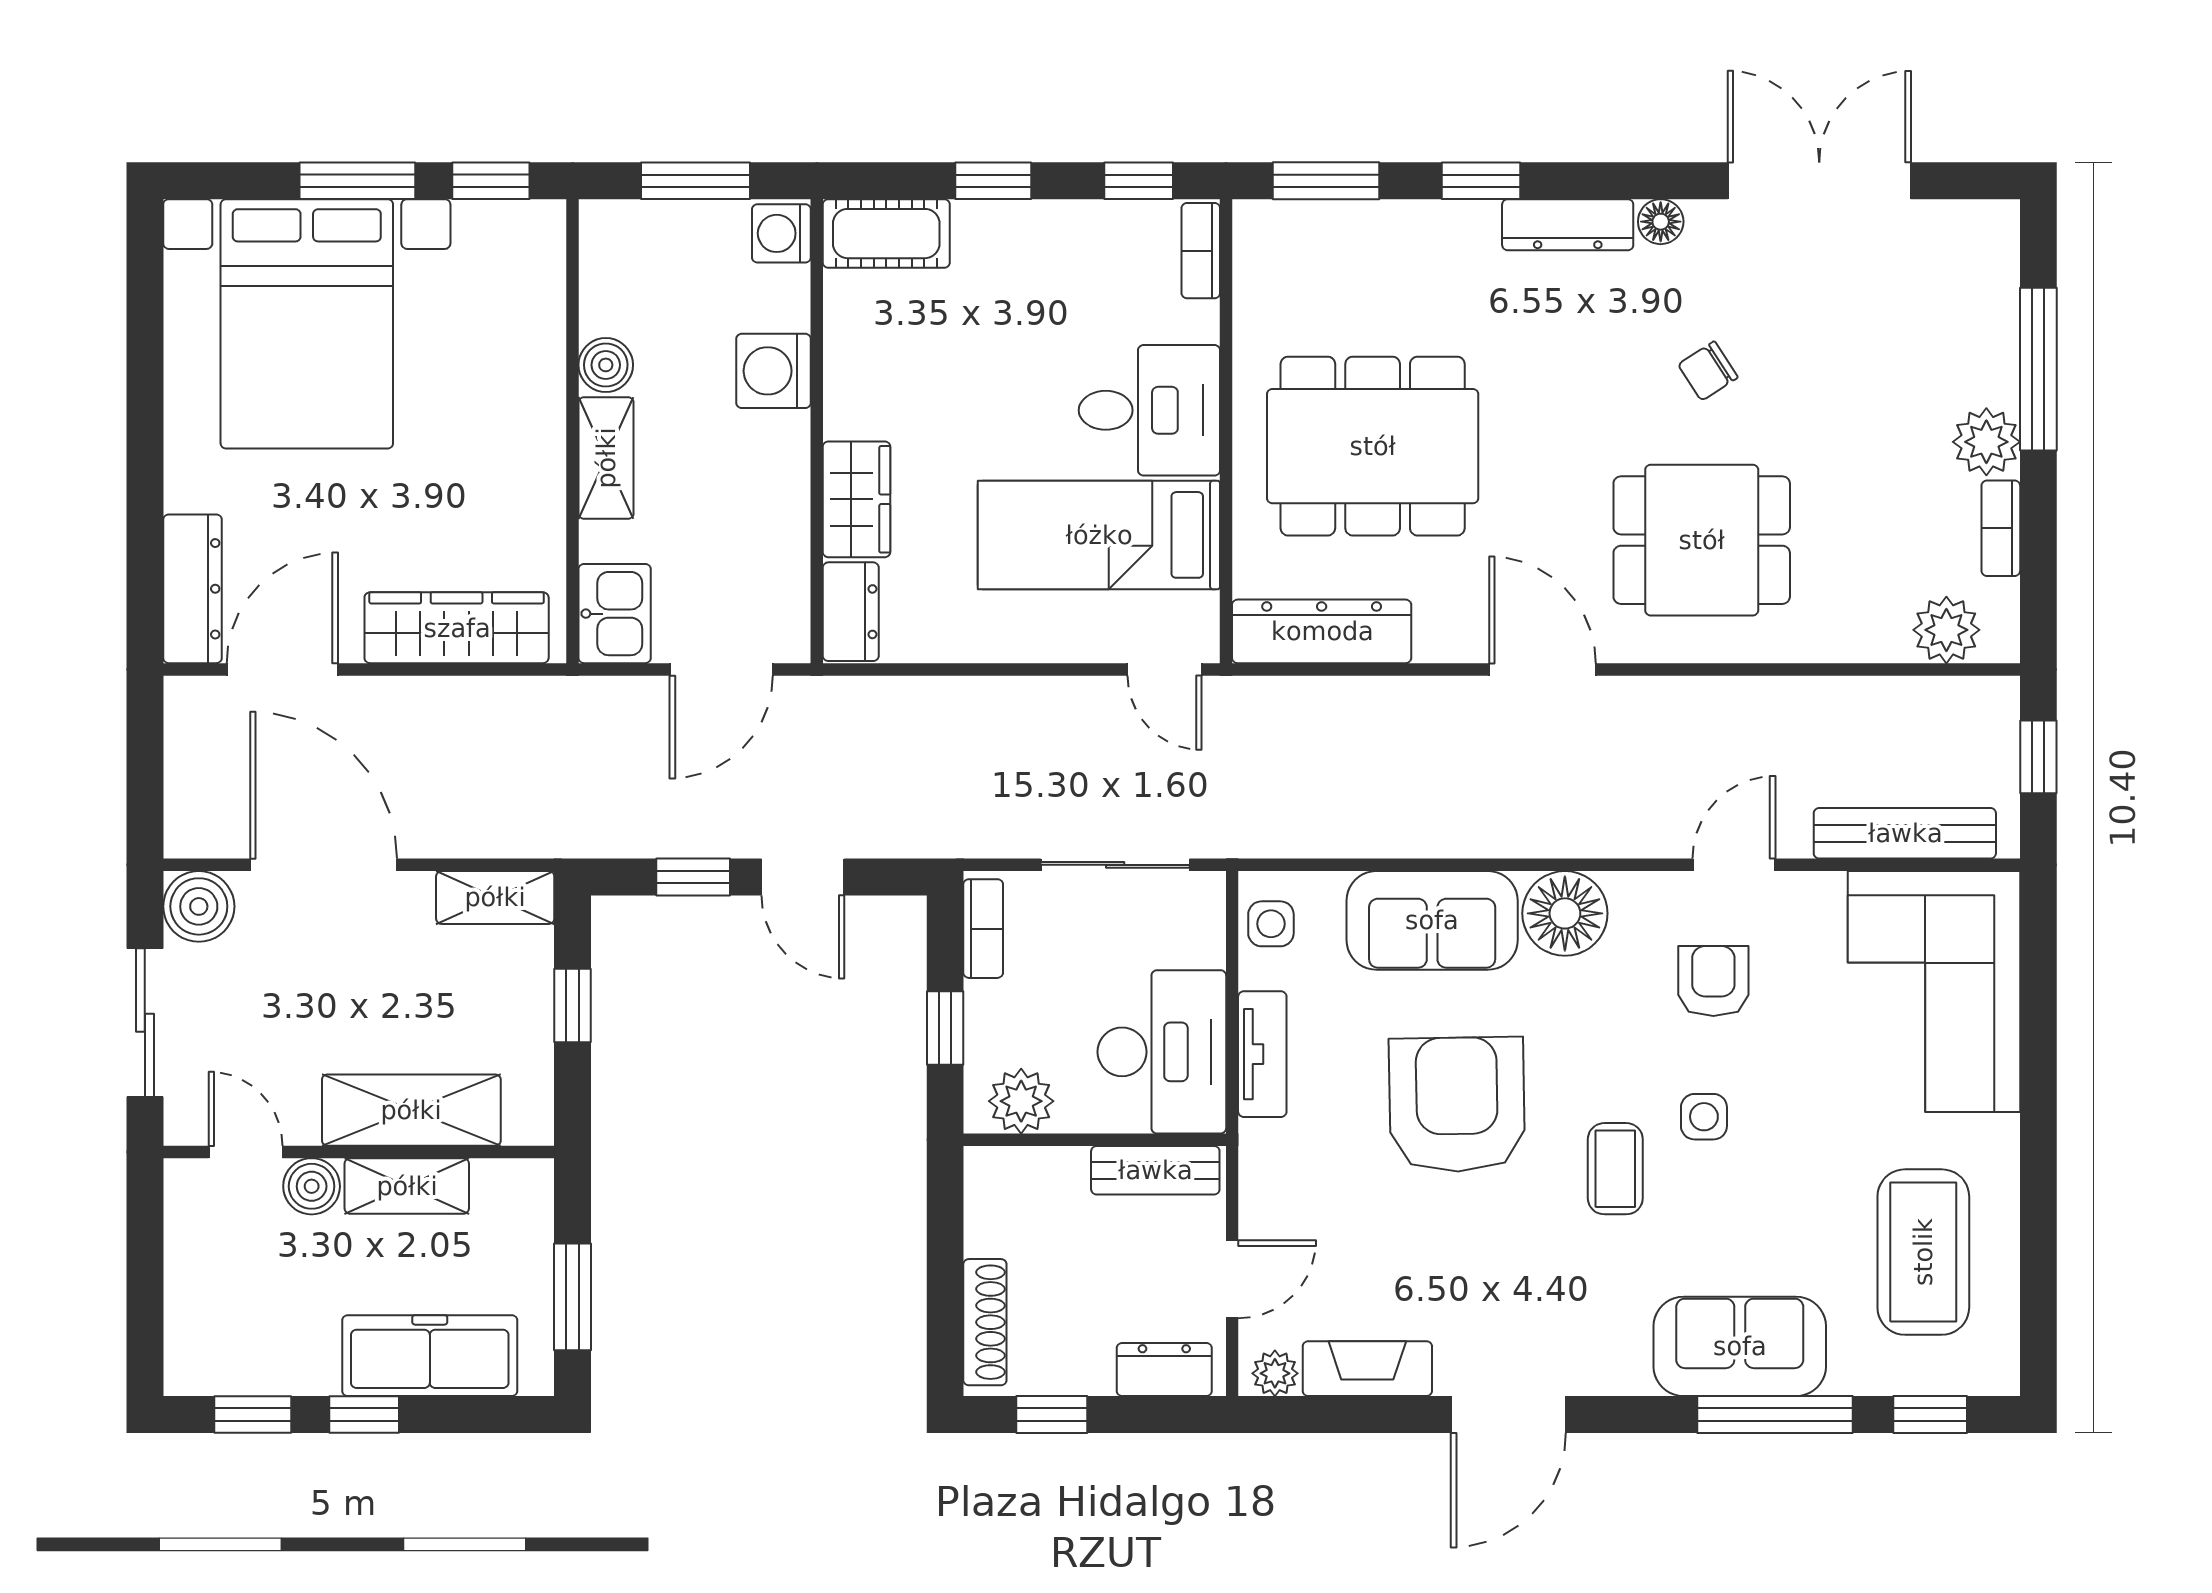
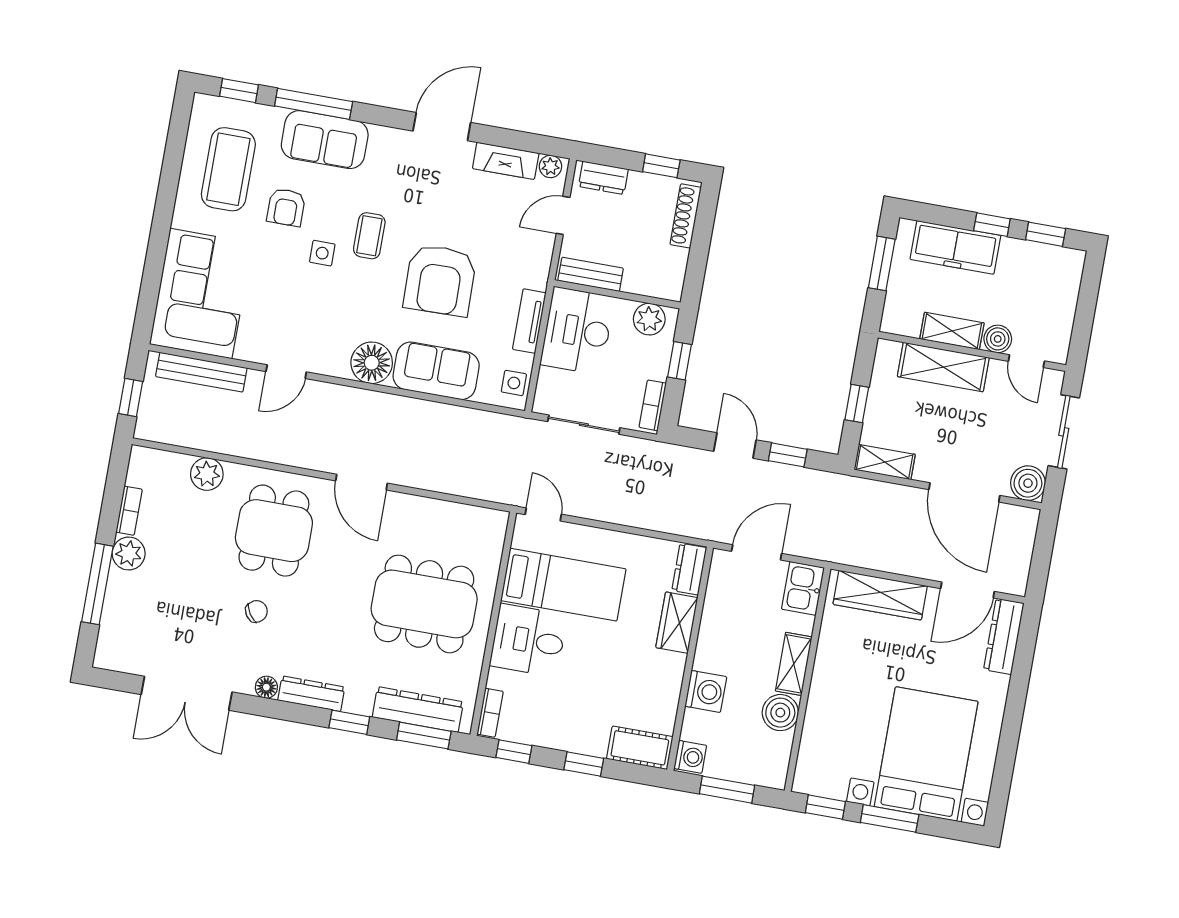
boiler: (606, 365) -> (780, 713), width x1.36, depth x1.36
dining table: (1702, 540) -> (274, 531), turned 90
plant: (1946, 630) -> (207, 474), moved
dresser: (1322, 631) -> (418, 710), moved, turned 180
armchair: (1713, 981) -> (286, 207), moved

